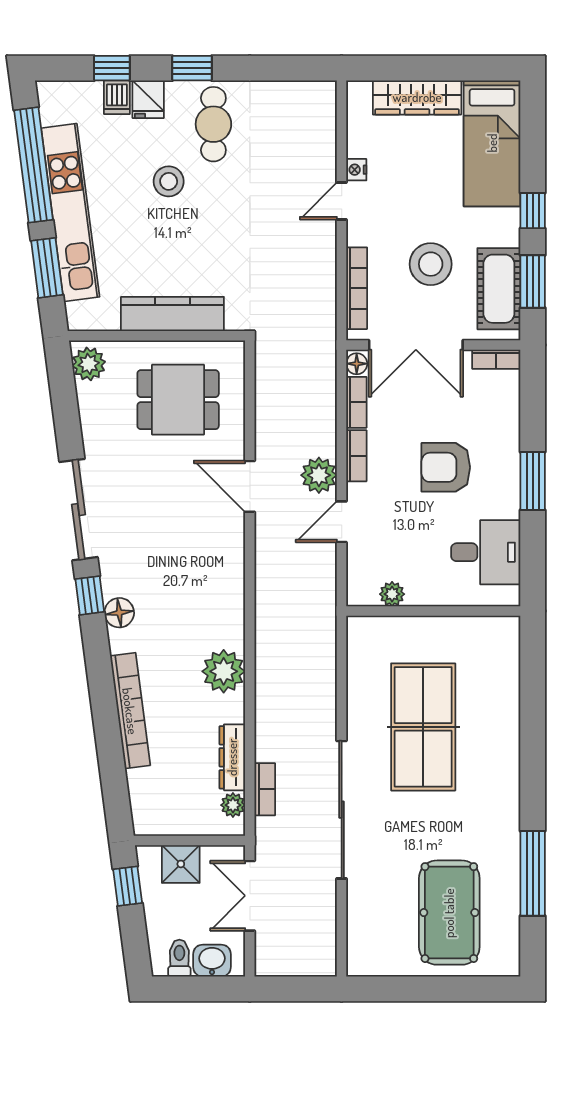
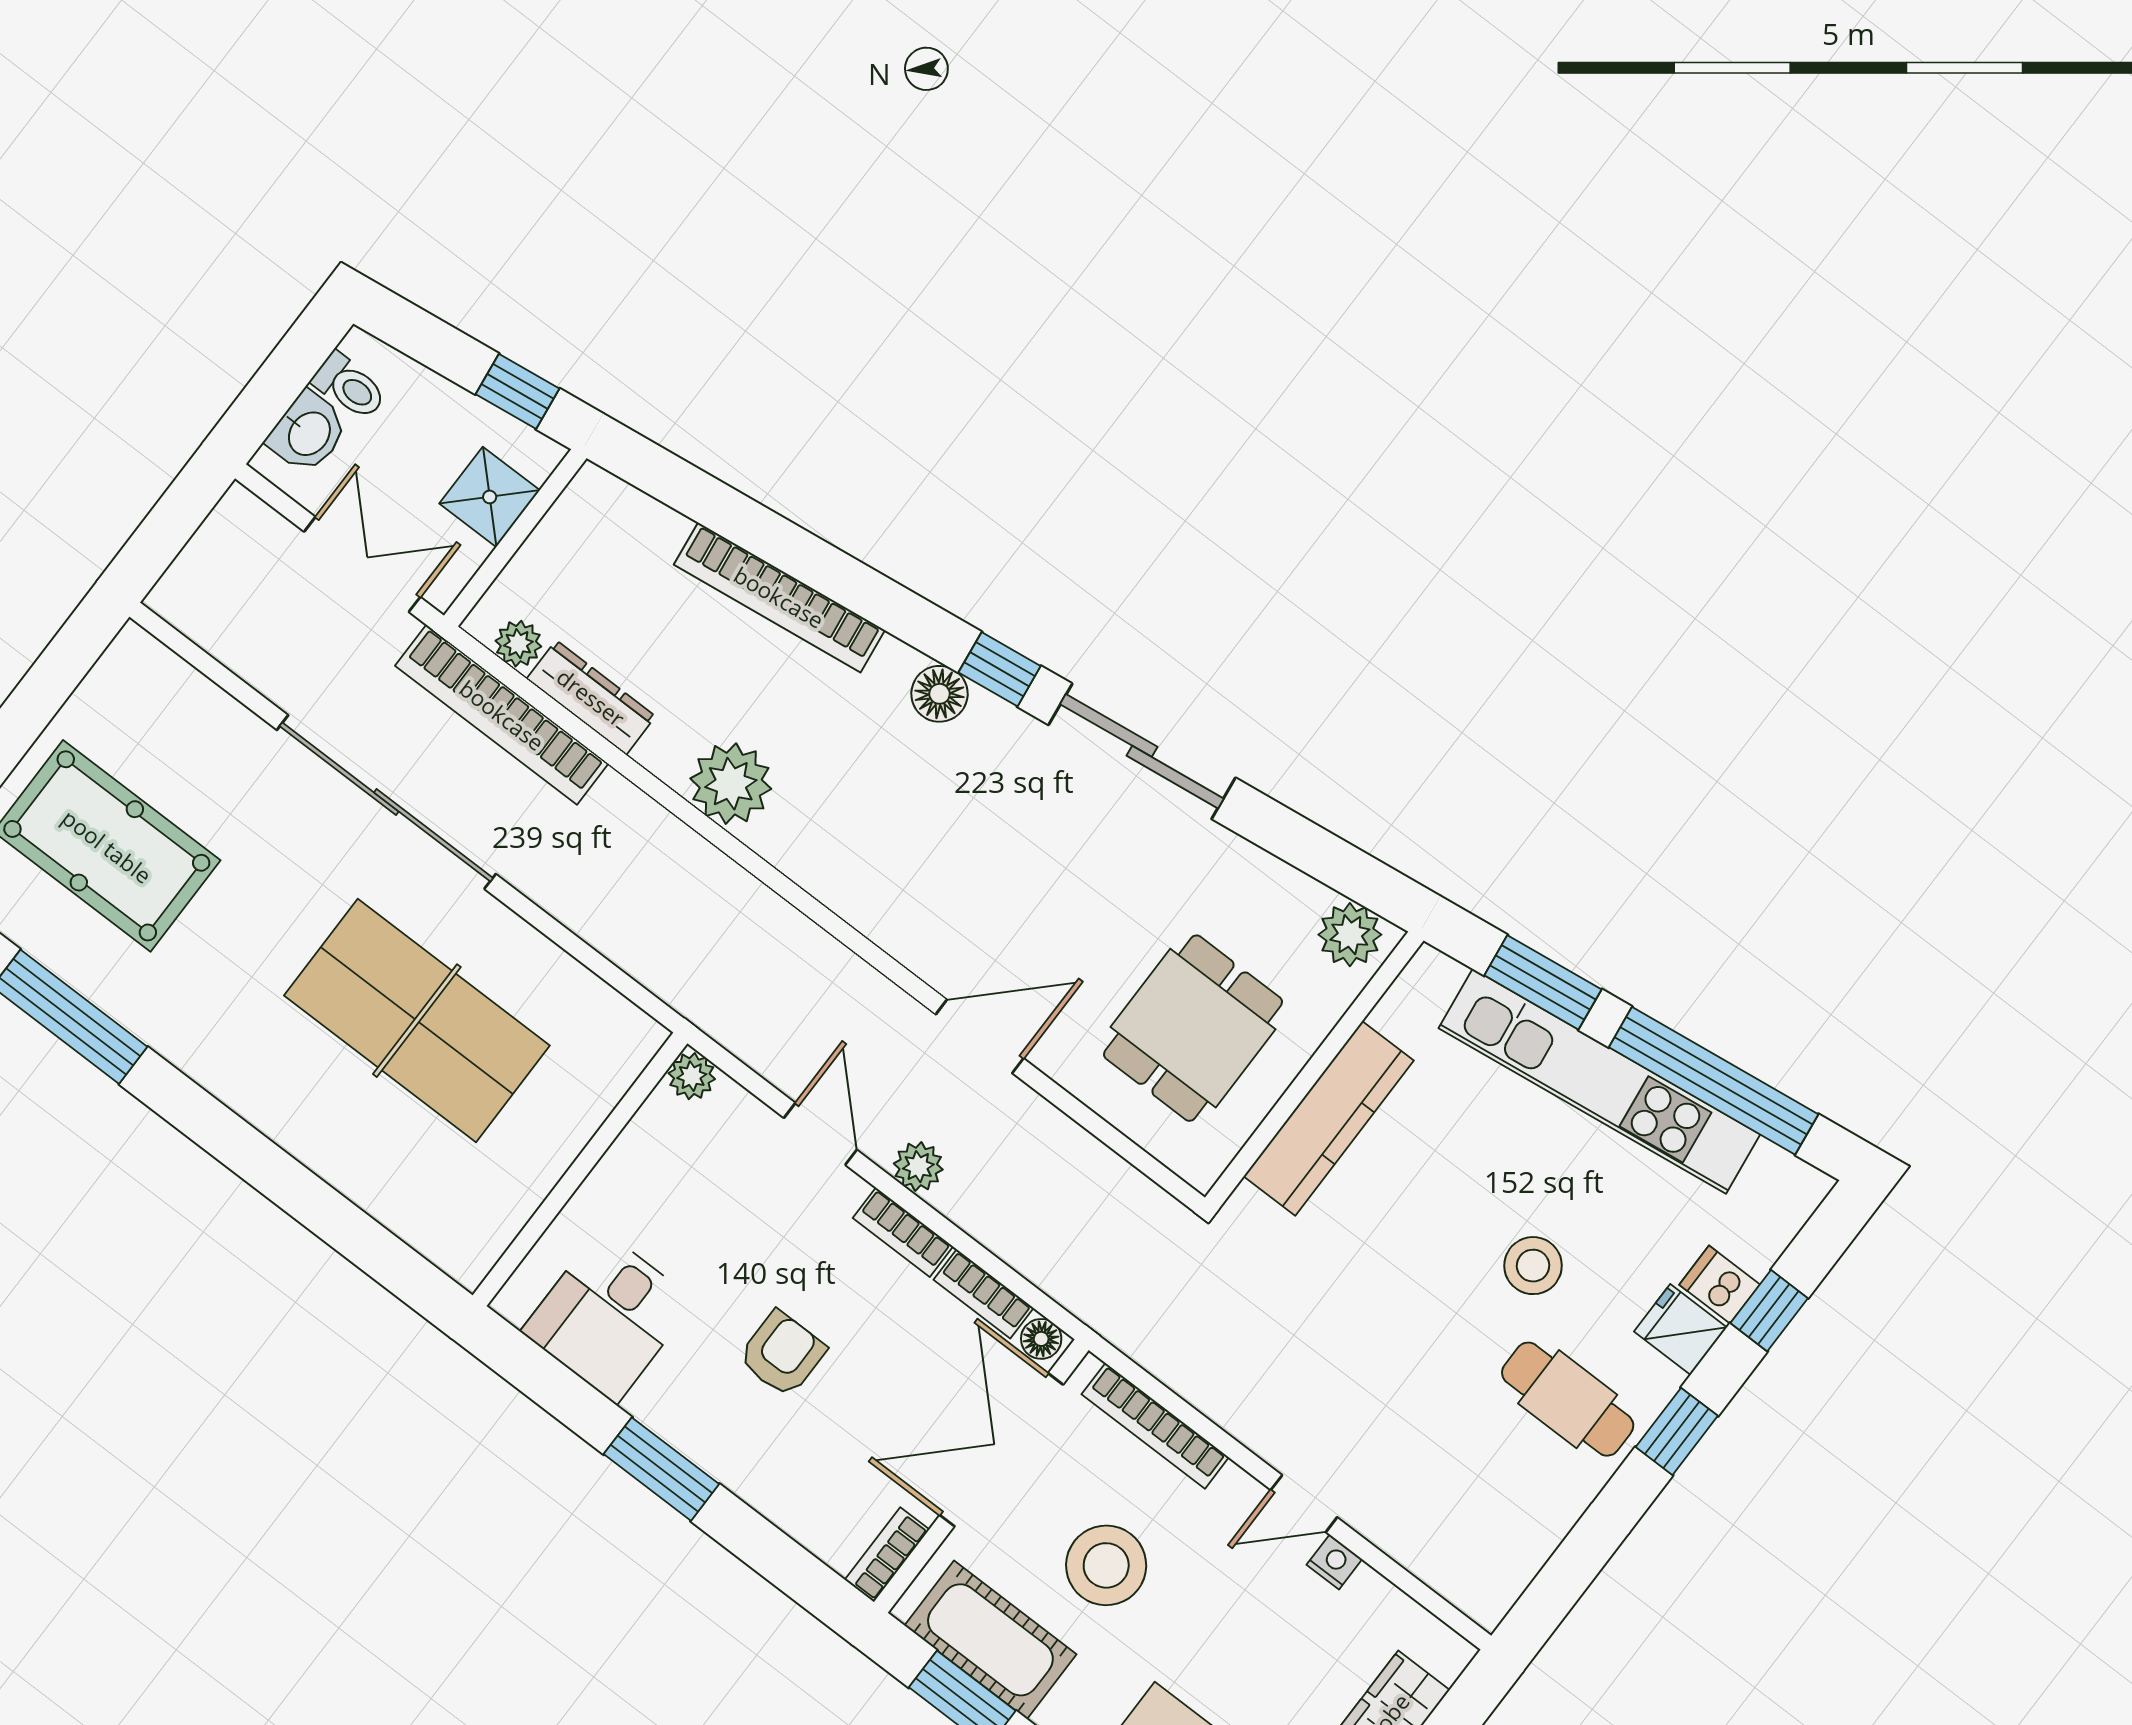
door: (342, 201) -> (1304, 1504), swing flipped
armchair: (446, 467) -> (782, 1354), width x0.72, depth x0.72
plant: (319, 475) -> (918, 1167), width x0.73, depth x0.73
plant: (392, 594) -> (692, 1076), moved
bookcase: (265, 789) -> (502, 715), width x2.31, depth x1.31

